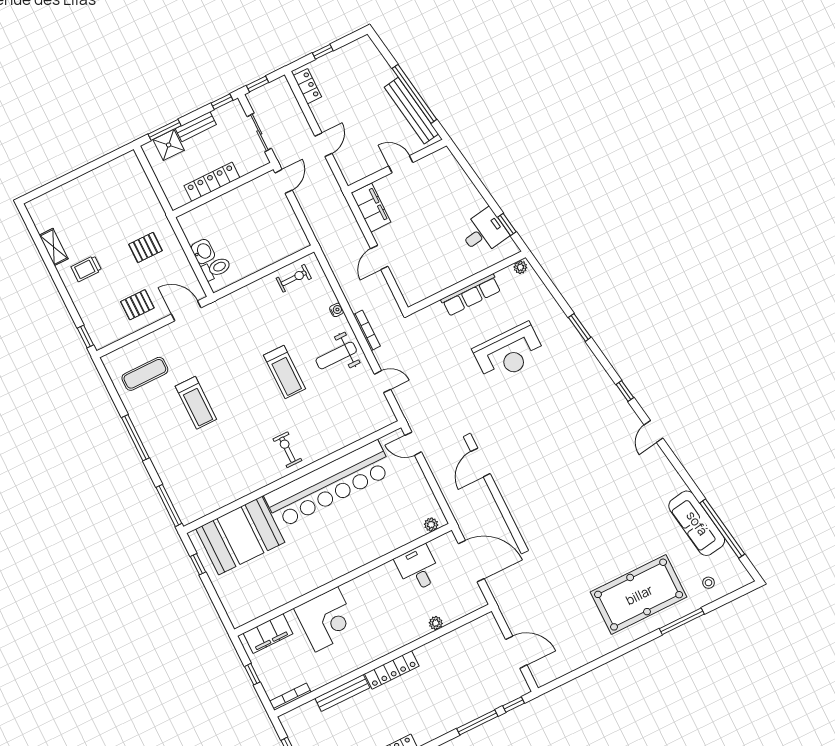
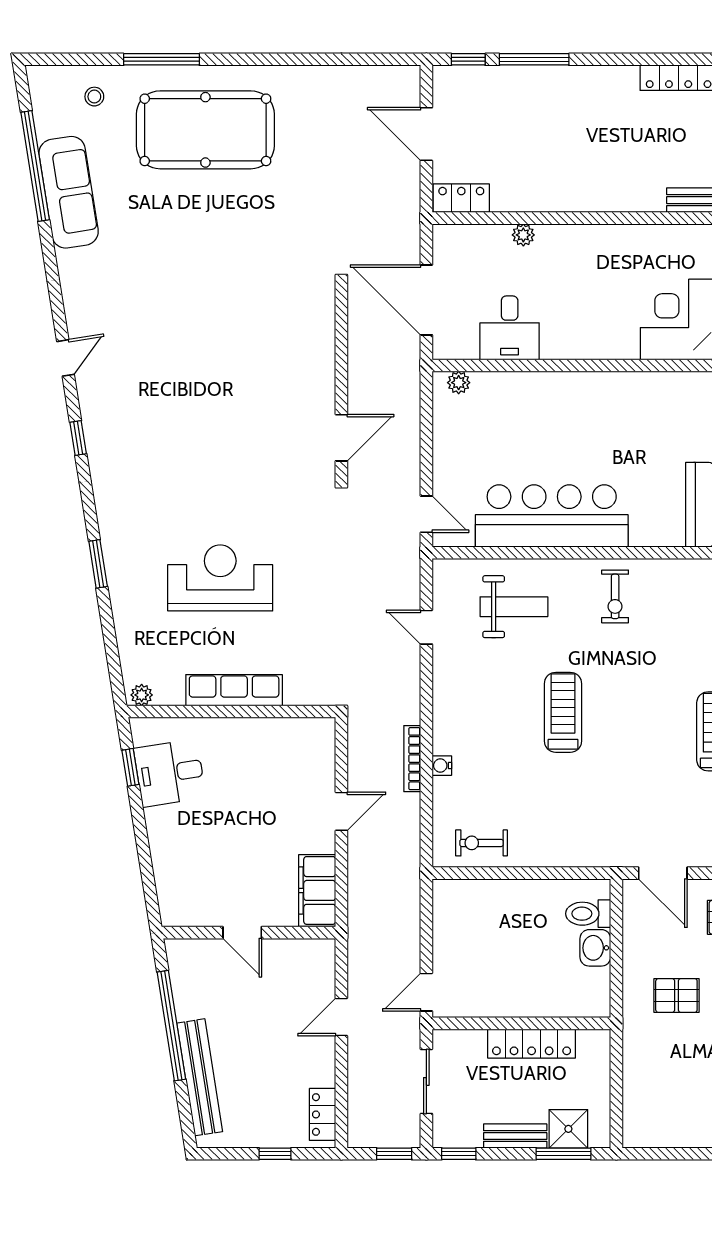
bench: (411, 111) -> (200, 1077), moved
bookcase: (367, 330) -> (412, 759), moved
weight bench: (336, 355) -> (514, 607), moved
bar counter: (329, 484) -> (552, 516), width x0.73
locker: (392, 670) -> (461, 198), moved, width x0.66

